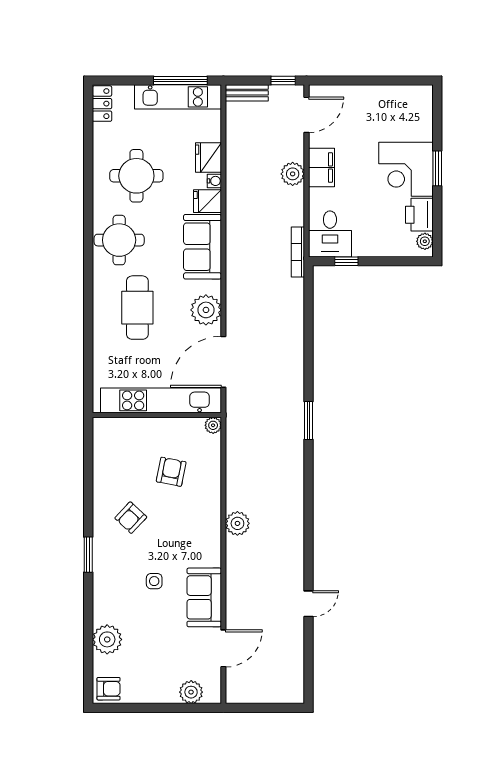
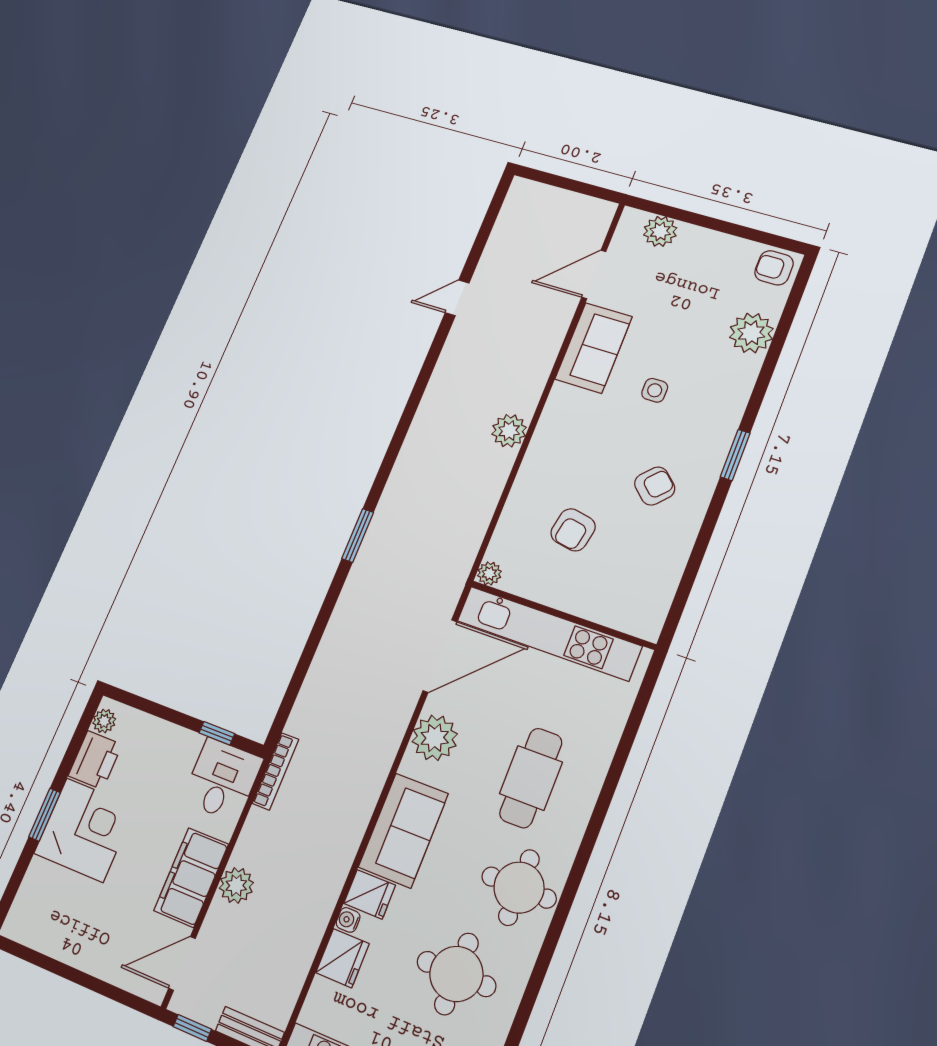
filing cabinet: (321, 167) -> (191, 877), width x1.50, depth x1.17

